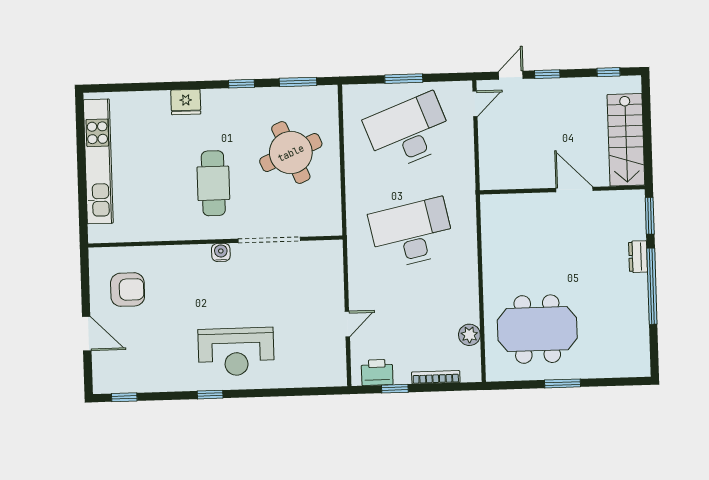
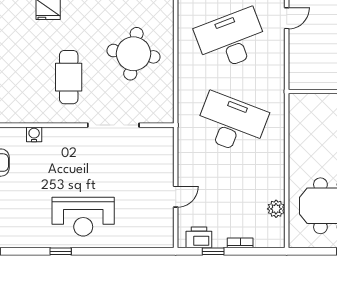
round table: (291, 153) -> (133, 54), turned 32
desk: (412, 233) -> (231, 123), turned 33
water cooler: (221, 252) -> (34, 134), moved
bookcase: (436, 377) -> (240, 243), width x0.64

